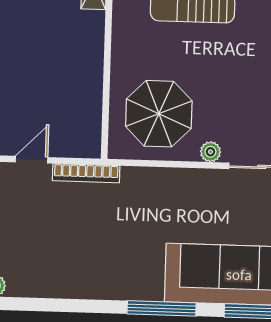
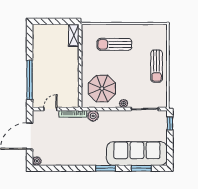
plant: (135, 180) -> (93, 116), added
window: (162, 308) -> (106, 168), width x0.69

